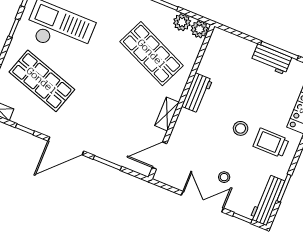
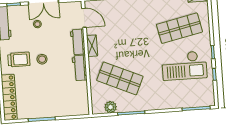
plant: (199, 29) -> (98, 108), removed
workbench: (271, 59) -> (78, 42), moved, turned -90
shop shelf: (42, 81) -> (179, 28), turned -30
door: (159, 155) -> (84, 18), hinge flipped

